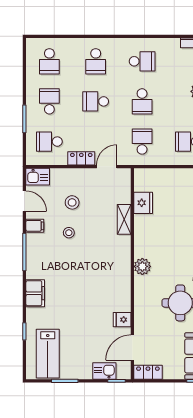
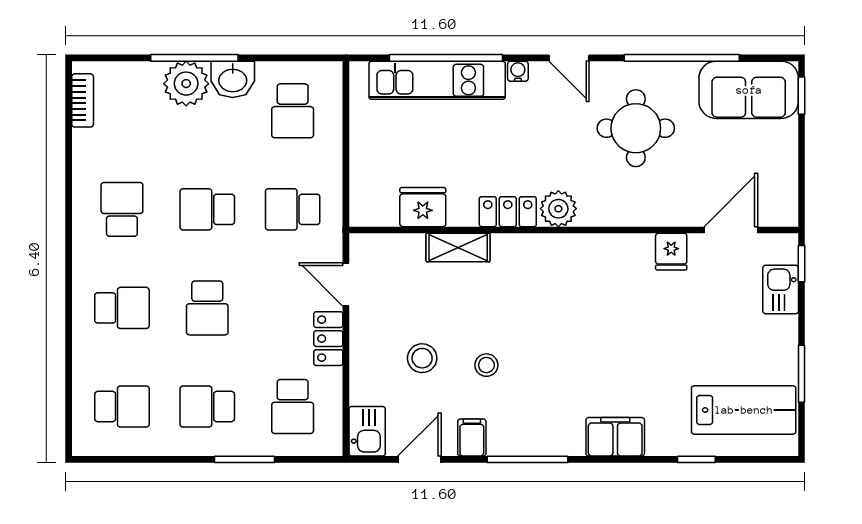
school desk: (142, 101) -> (207, 209), turned 180
door: (132, 348) -> (731, 230), swing flipped
locker: (148, 372) -> (508, 212), moved, turned 90

